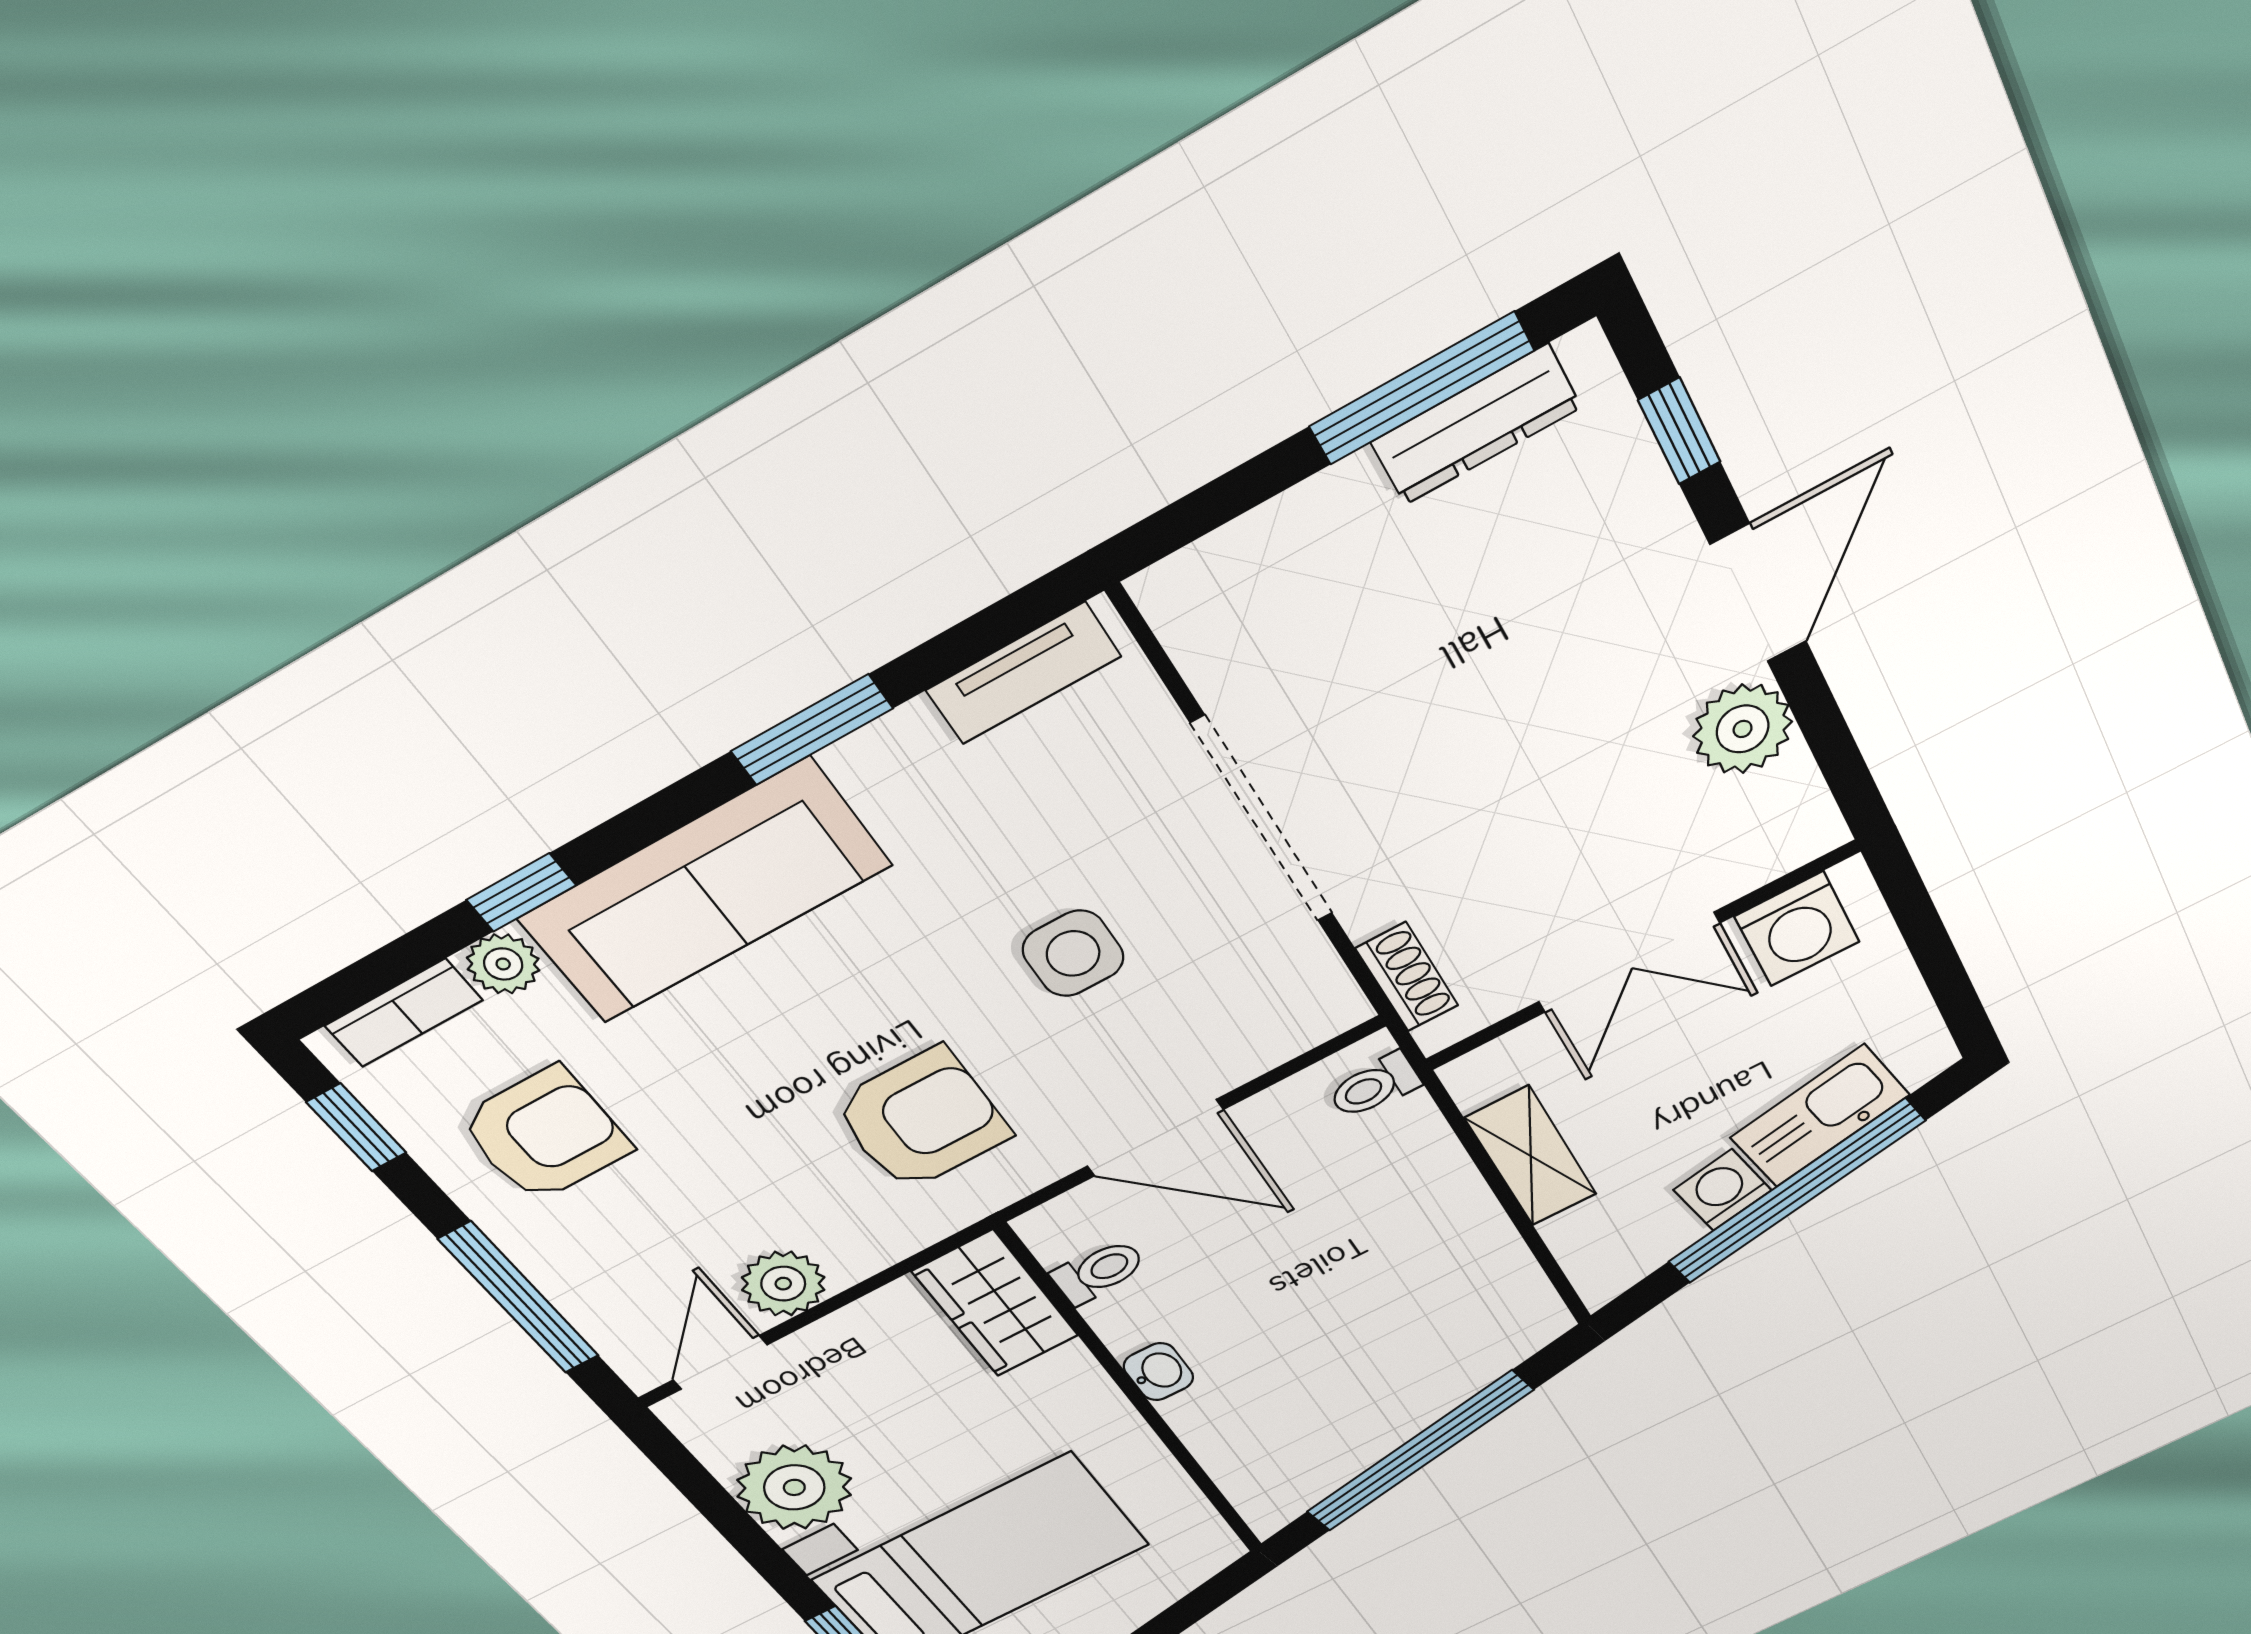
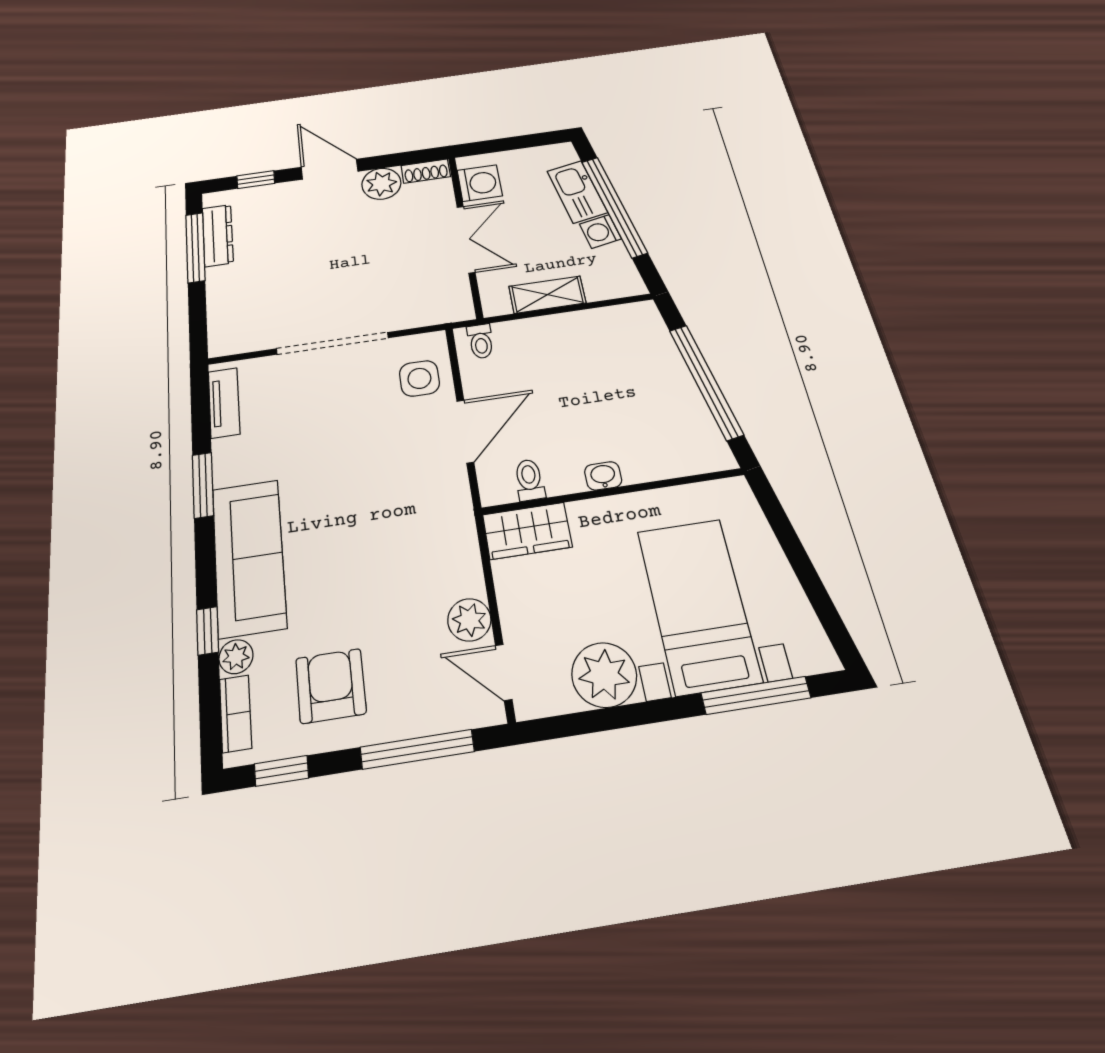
side table: (1073, 953) -> (419, 378), moved
shoe rack: (1407, 977) -> (426, 171), moved, turned 180
armchair: (922, 1120) -> (407, 520), removed

